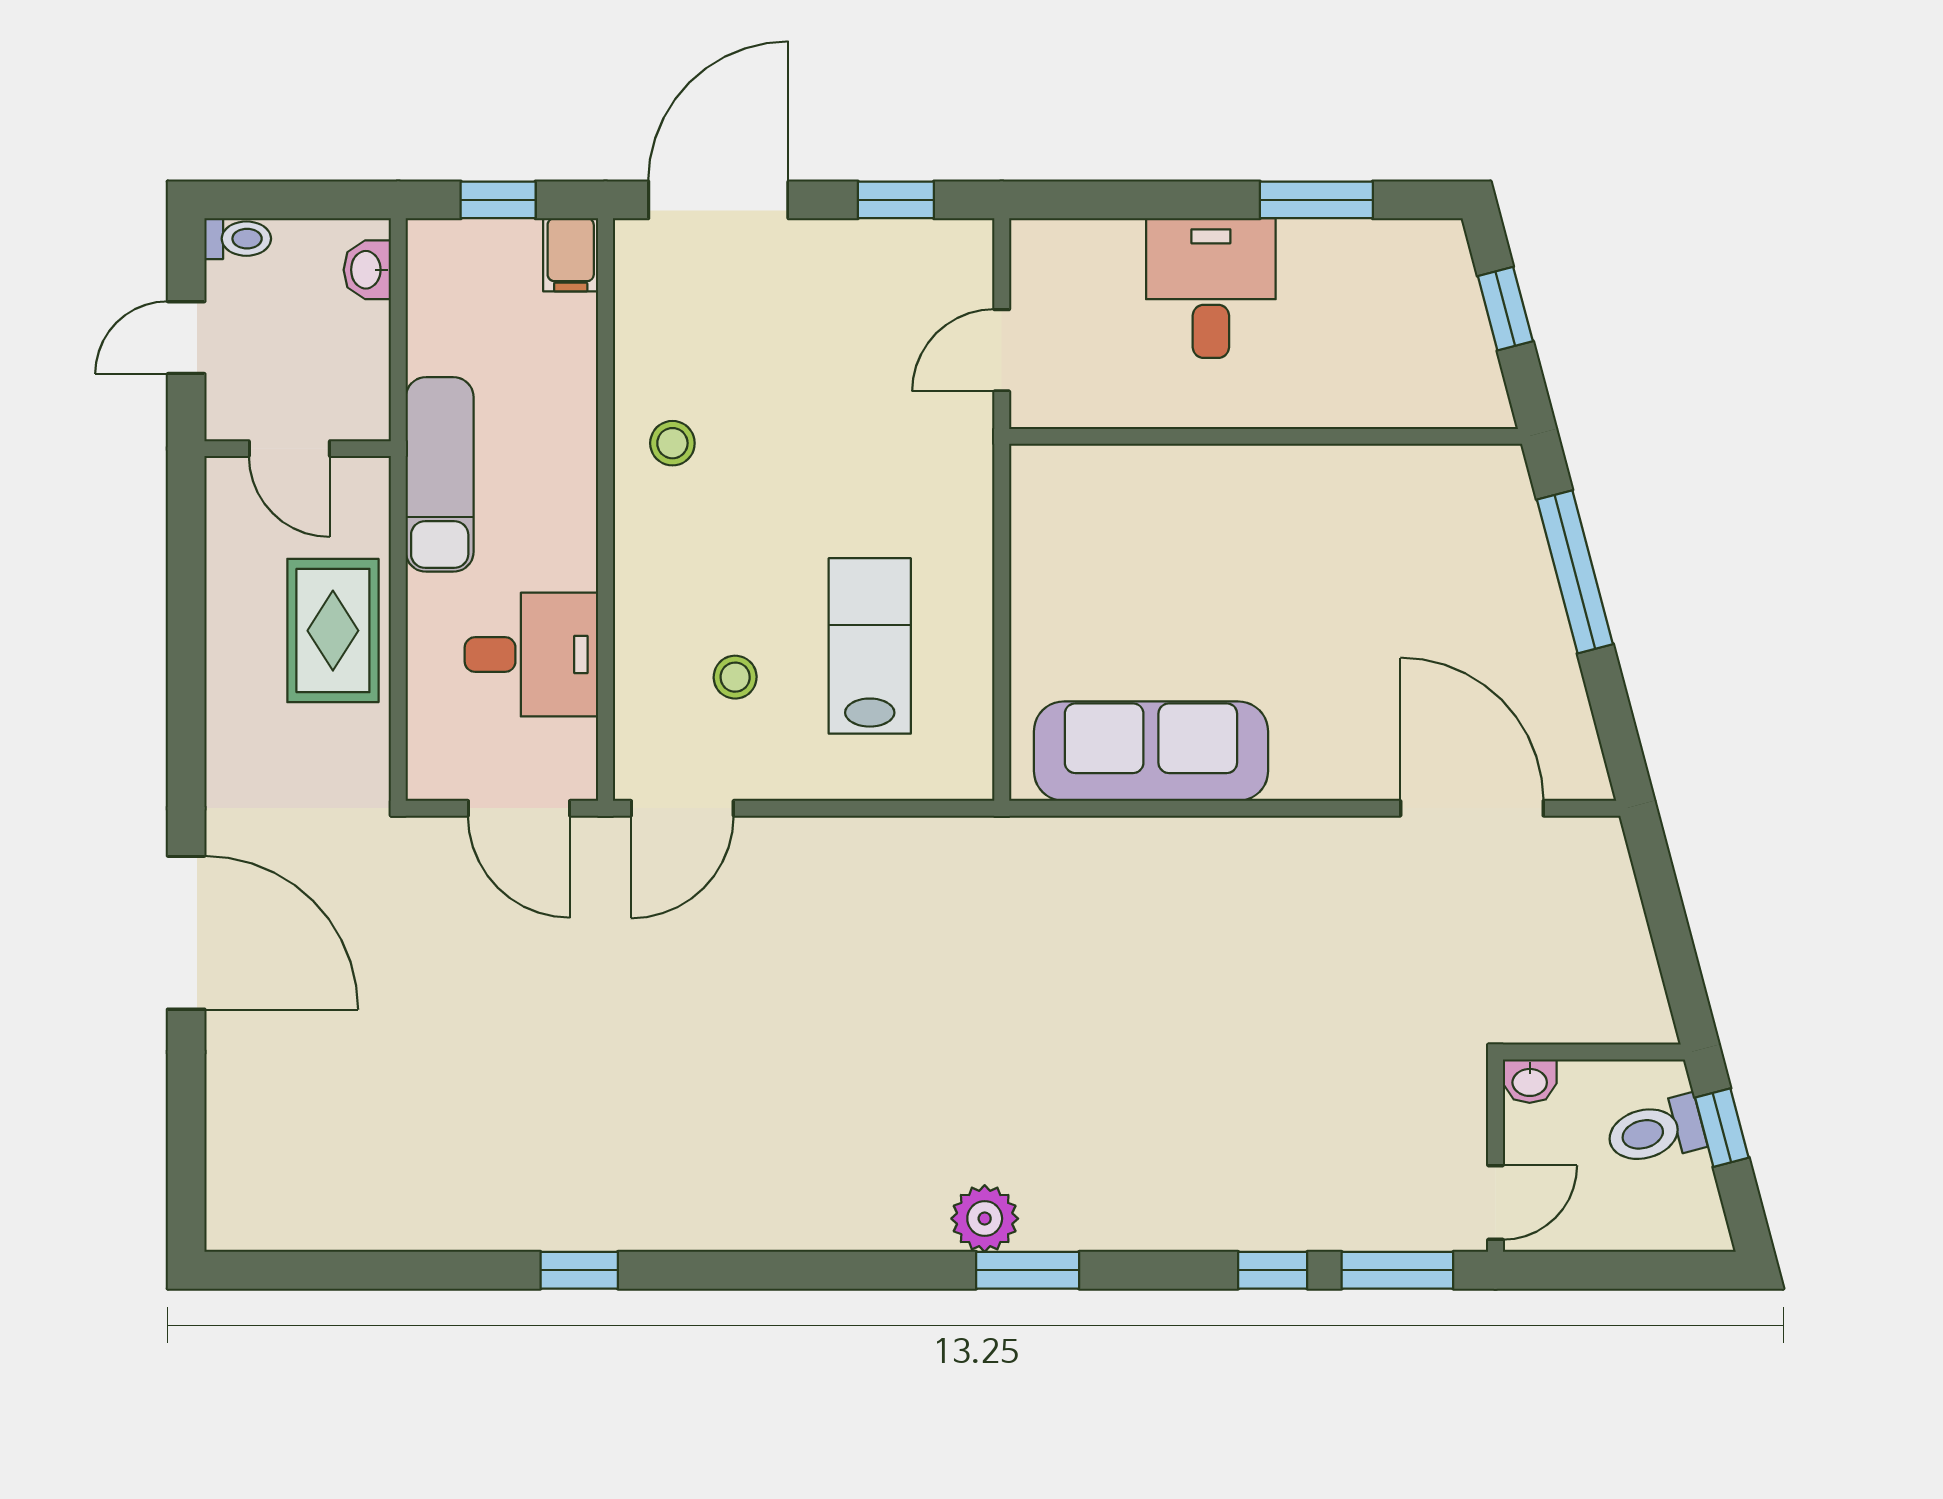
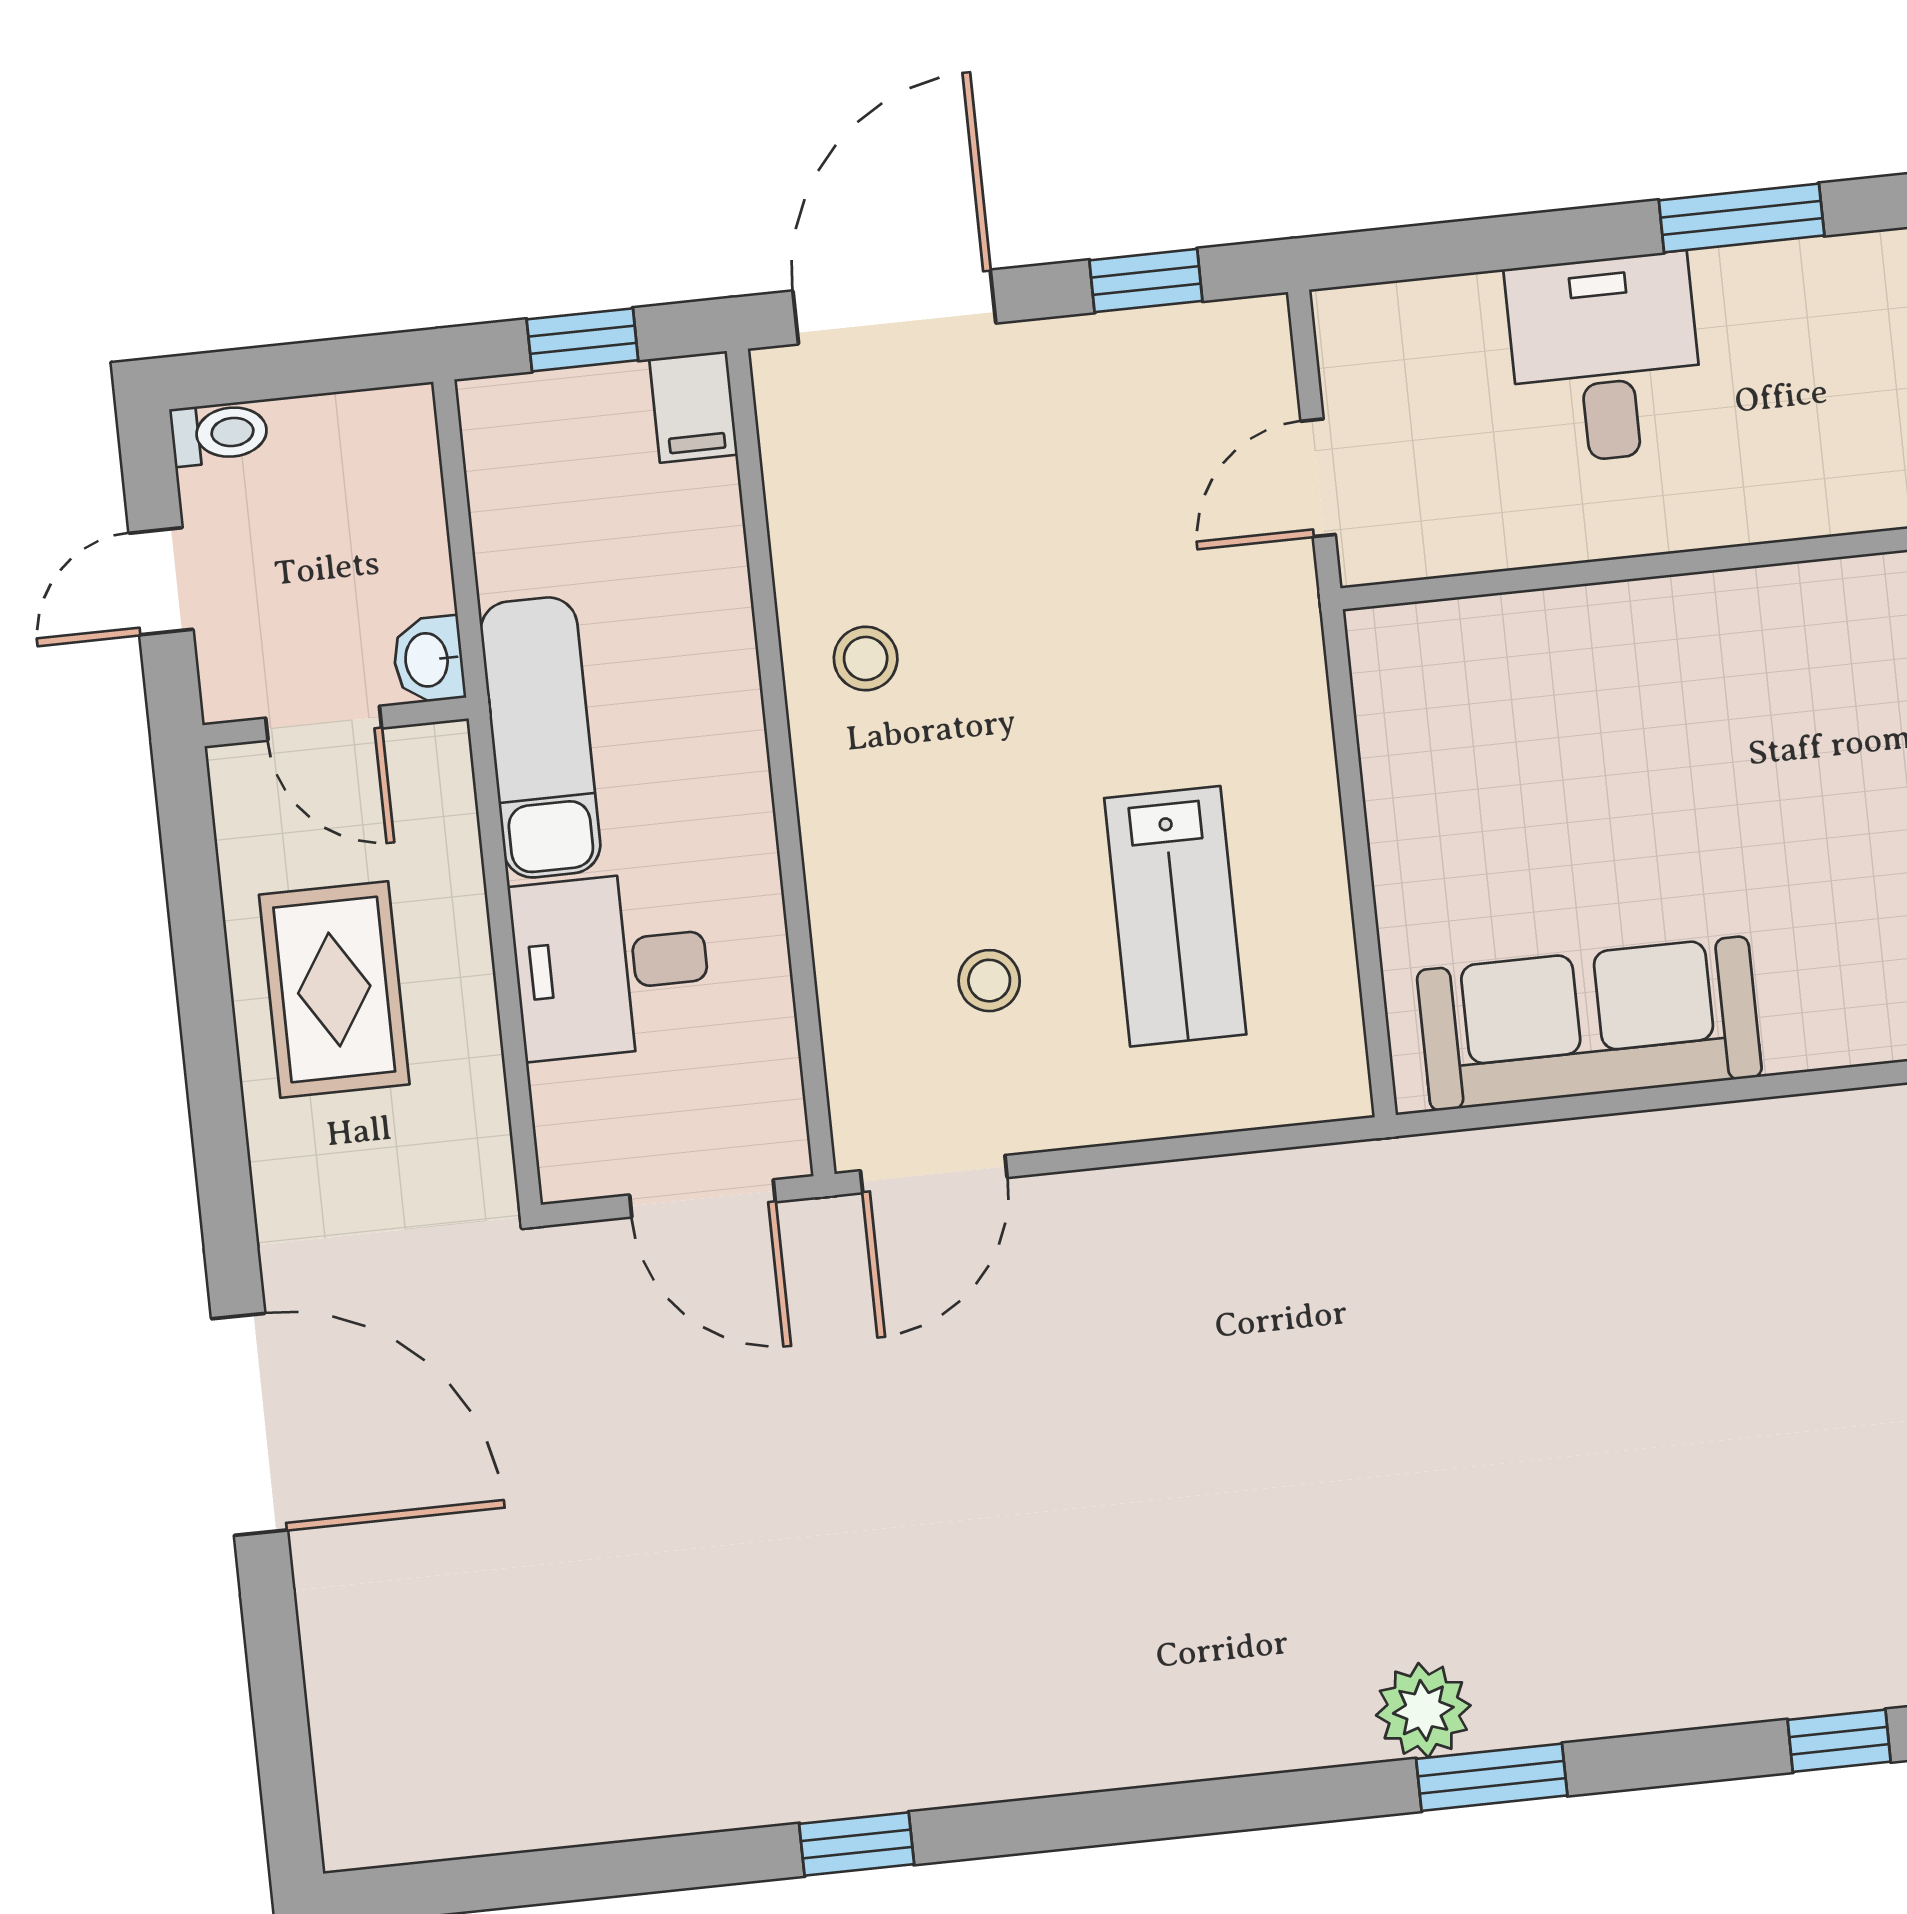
washbasin: (367, 270) -> (429, 660), moved
rug: (333, 631) -> (334, 989), moved
lab bench: (870, 646) -> (1175, 916), turned 180
desk: (531, 655) -> (611, 965), moved, turned 180

